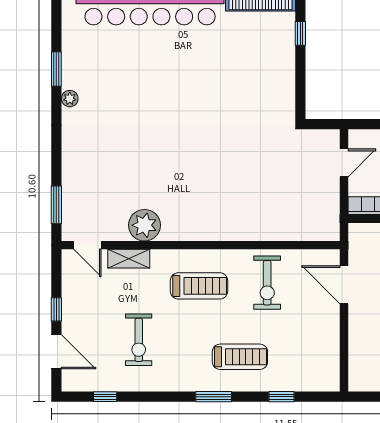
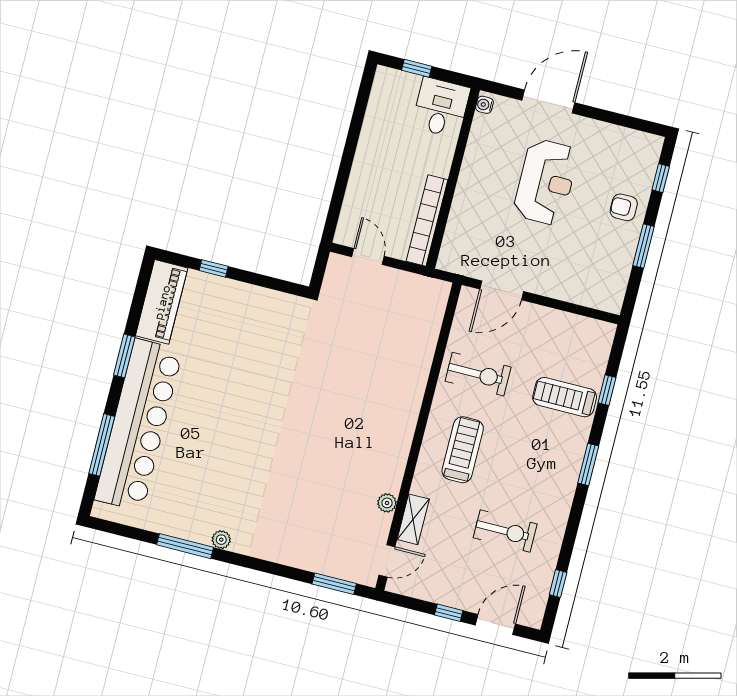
window: (56, 69) -> (185, 546), width x1.44
plant: (144, 225) -> (387, 503), width x0.53, depth x0.53
treadmill: (240, 357) -> (565, 397), moved, turned -90

